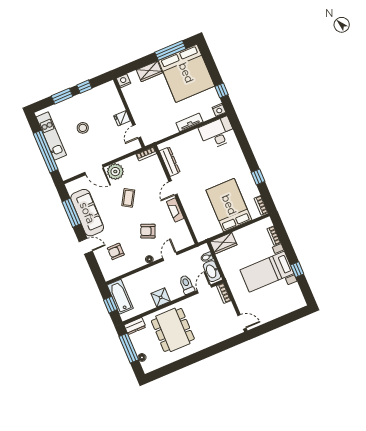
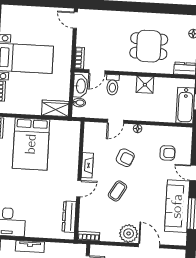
coffee table: (128, 198) -> (117, 191), moved
dining table: (173, 330) -> (149, 46), width x0.73

